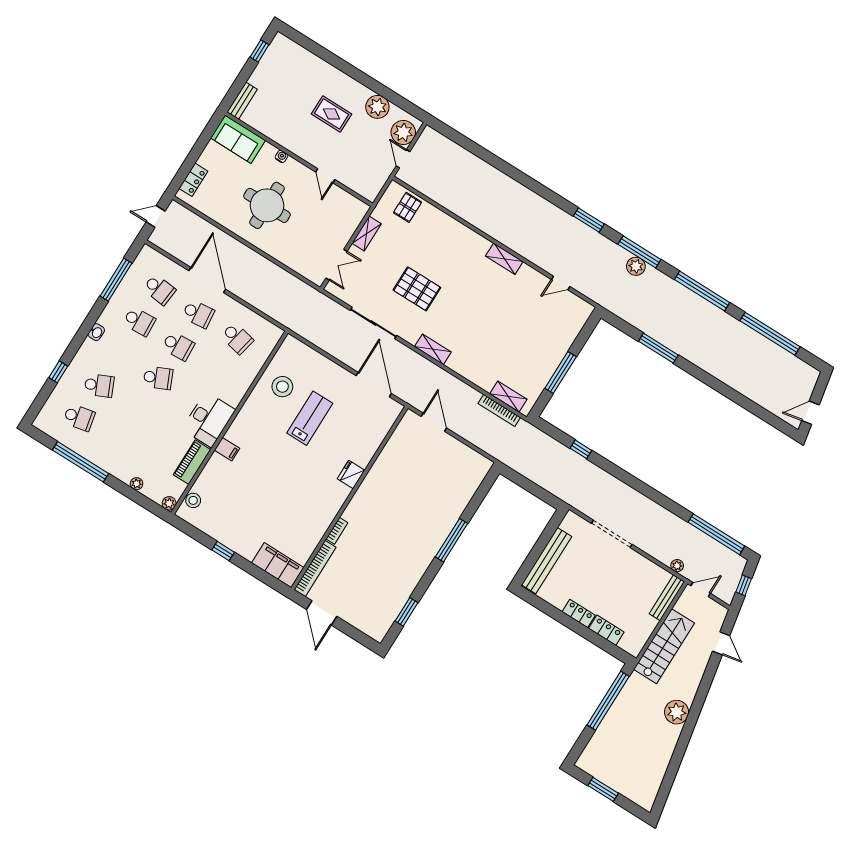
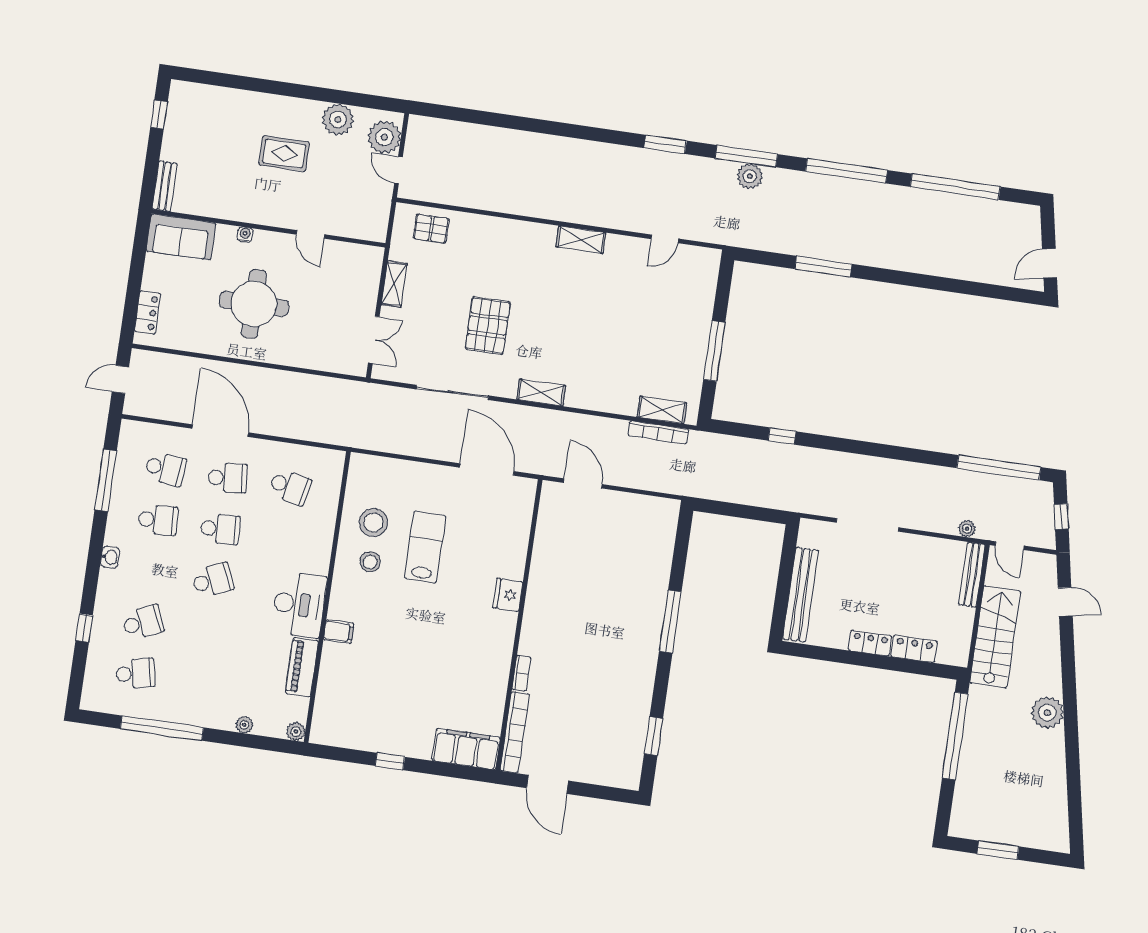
pallet: (408, 207) -> (431, 229), turned 90
pallet: (417, 289) -> (488, 326), turned 90
stool: (193, 500) -> (370, 562), moved
door: (701, 590) -> (1010, 546), swing flipped

